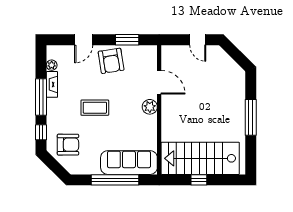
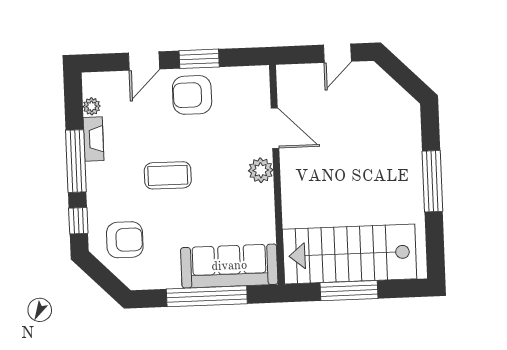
window: (127, 40) -> (199, 59), moved
door: (198, 40) -> (337, 53), hinge flipped
armchair: (111, 61) -> (192, 95), turned 99
window: (199, 180) -> (349, 291), width x2.17

